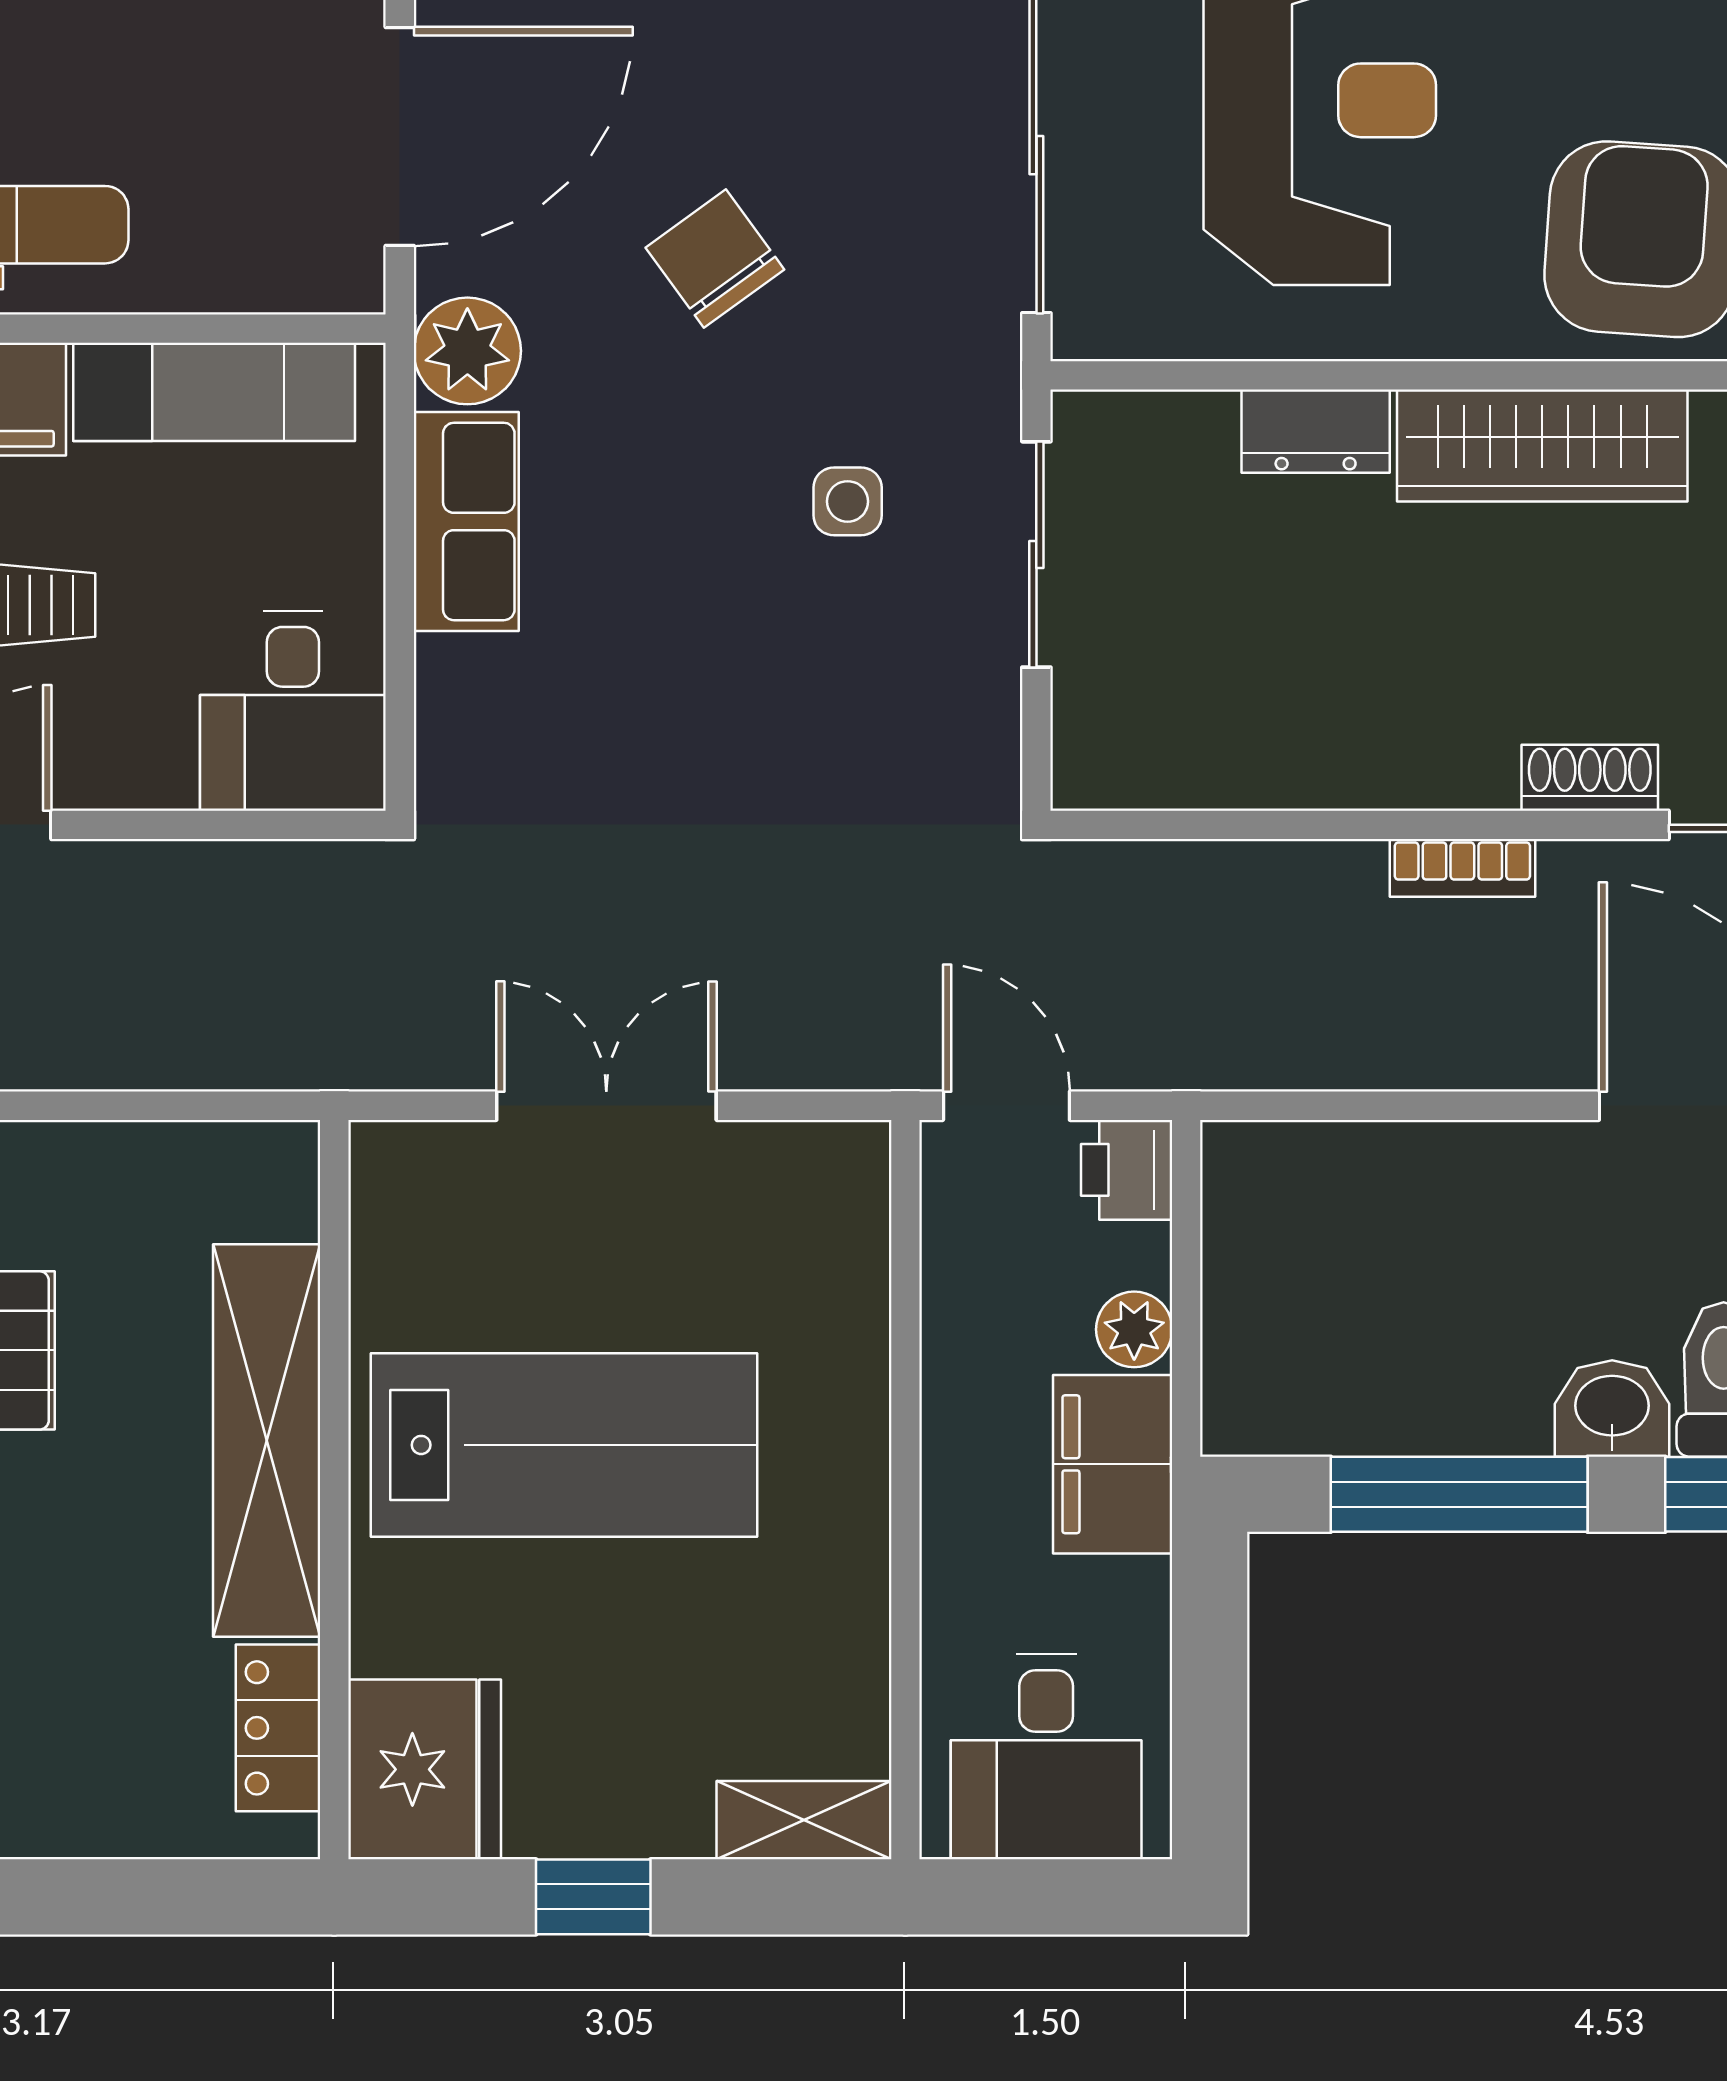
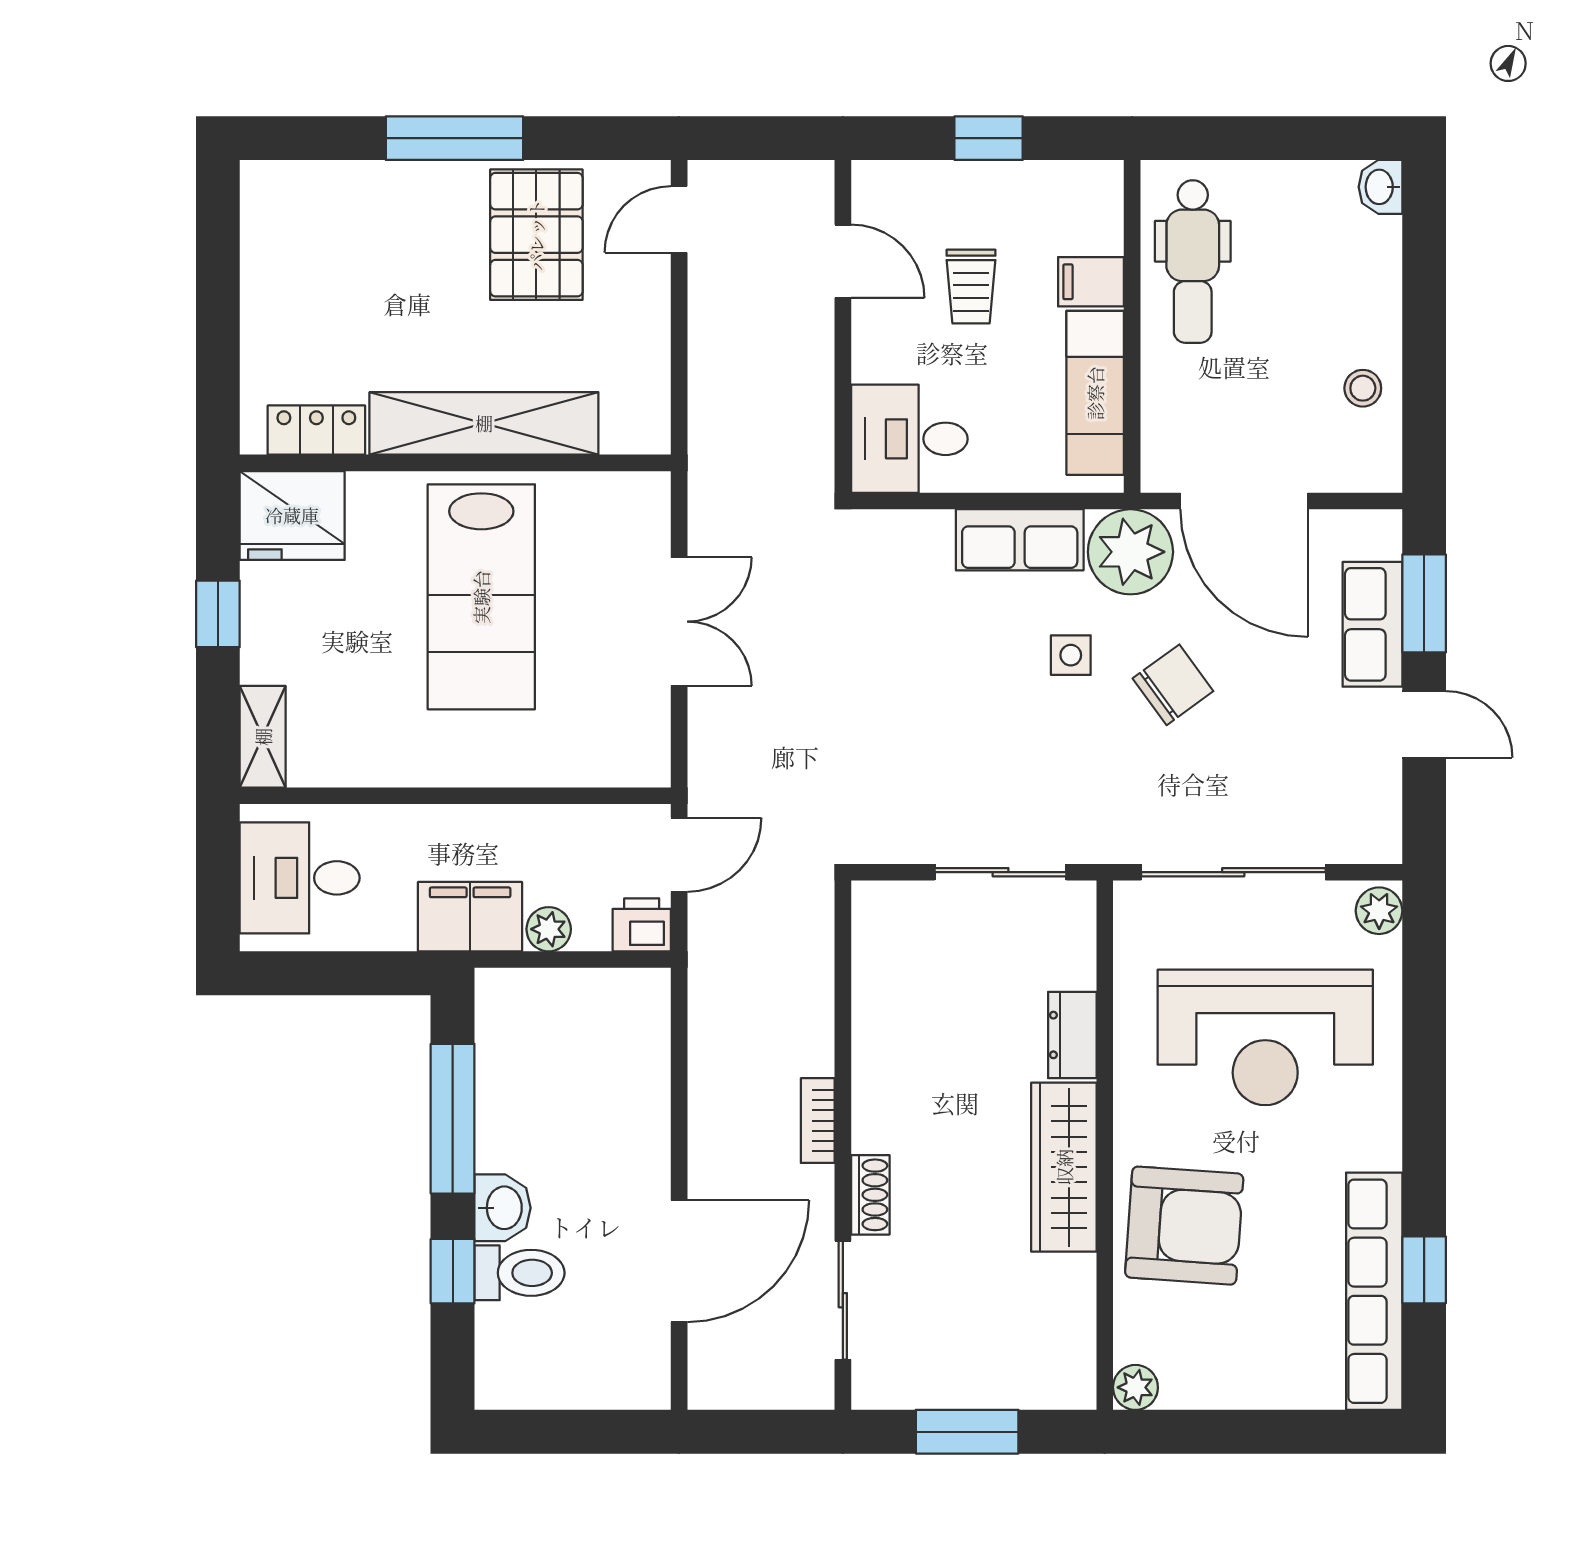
plant: (467, 351) -> (1130, 552), width x1.36, depth x1.36
side table: (848, 501) -> (1071, 655), moved

